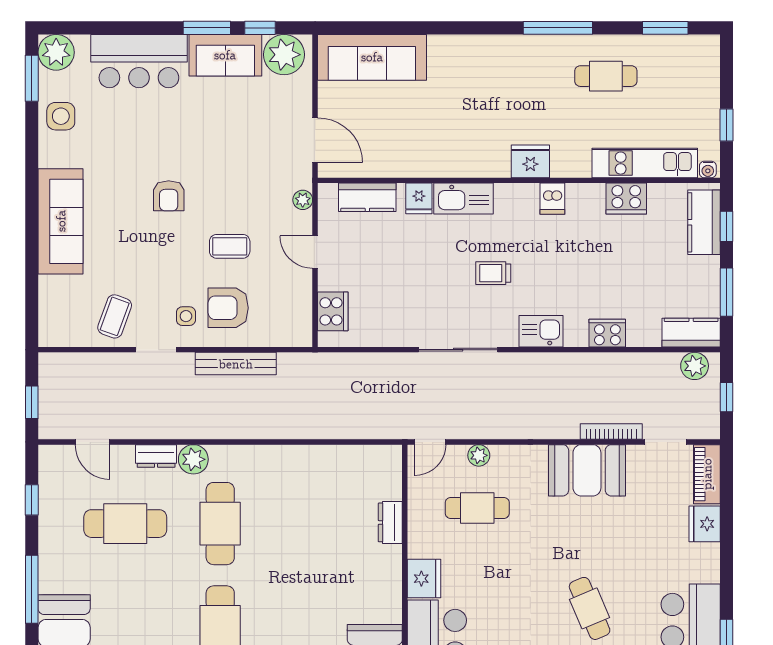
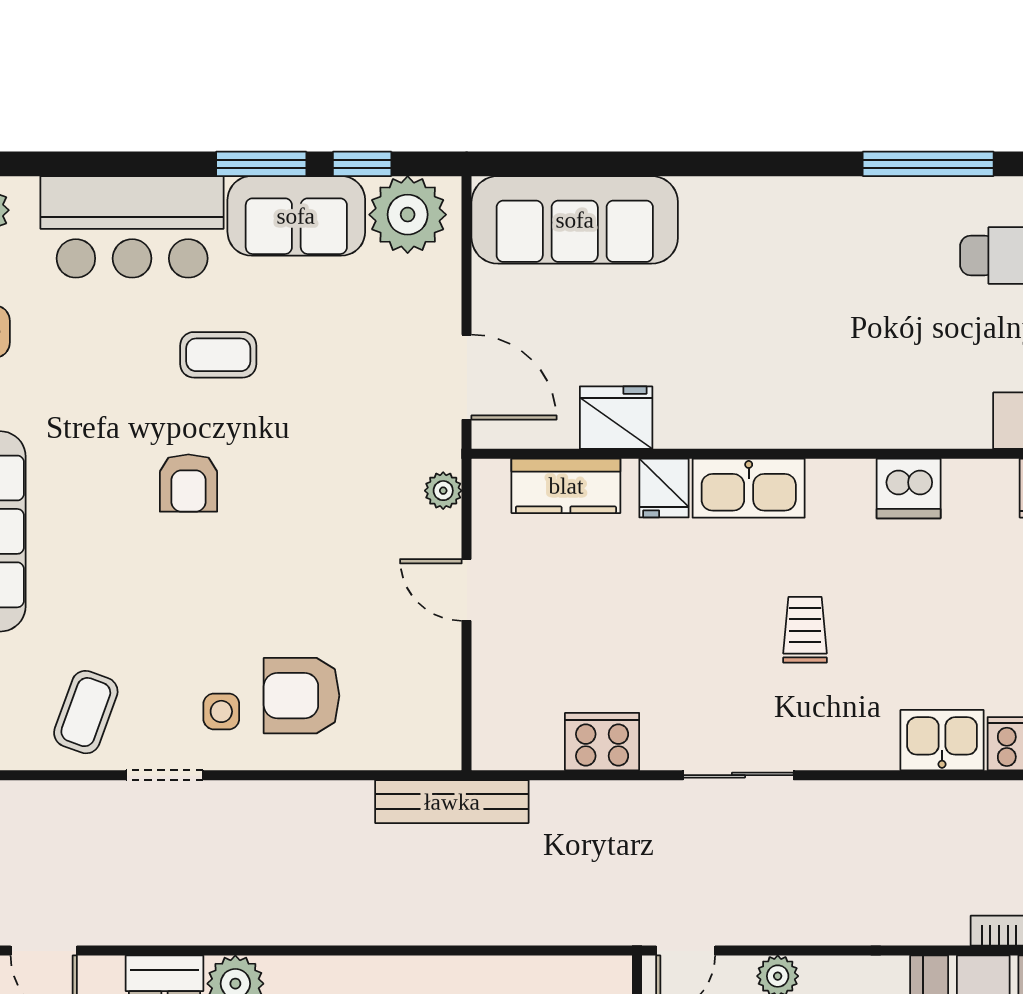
fridge: (530, 161) -> (616, 418), moved
dishwasher: (552, 199) -> (909, 488), width x1.38
coffee table: (230, 246) -> (218, 355), moved
trolley: (493, 273) -> (805, 630), turned 90
cooker: (333, 311) -> (602, 742), moved, turned -90
kitchen sink: (541, 331) -> (942, 740), moved
sliding door: (458, 350) -> (738, 775), width x0.73
bench: (236, 364) -> (452, 802), moved

